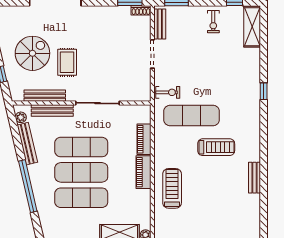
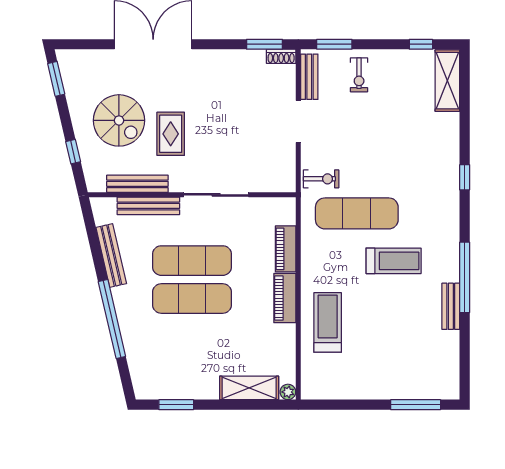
exercise bike: (213, 22) -> (359, 75), moved
spiral stairs: (32, 53) -> (119, 120), turned 90
plant: (21, 117) -> (101, 216), removed
window: (264, 158) -> (465, 277), added
exercise mat: (81, 198) -> (192, 336), removed

